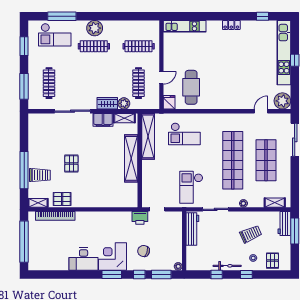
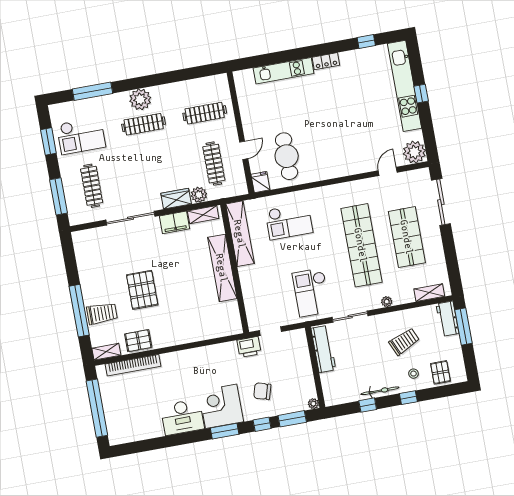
kitchen unit: (185, 26) -> (284, 71), moved
checkout: (55, 35) -> (81, 136), moved
pallet: (71, 164) -> (142, 290), width x1.50, depth x1.42

